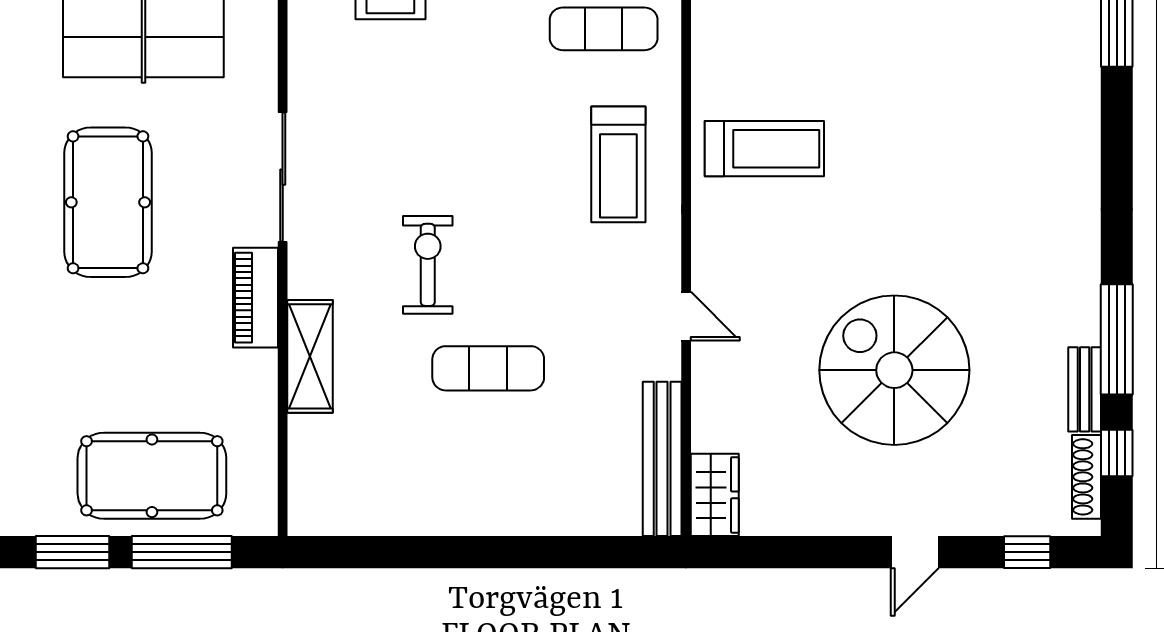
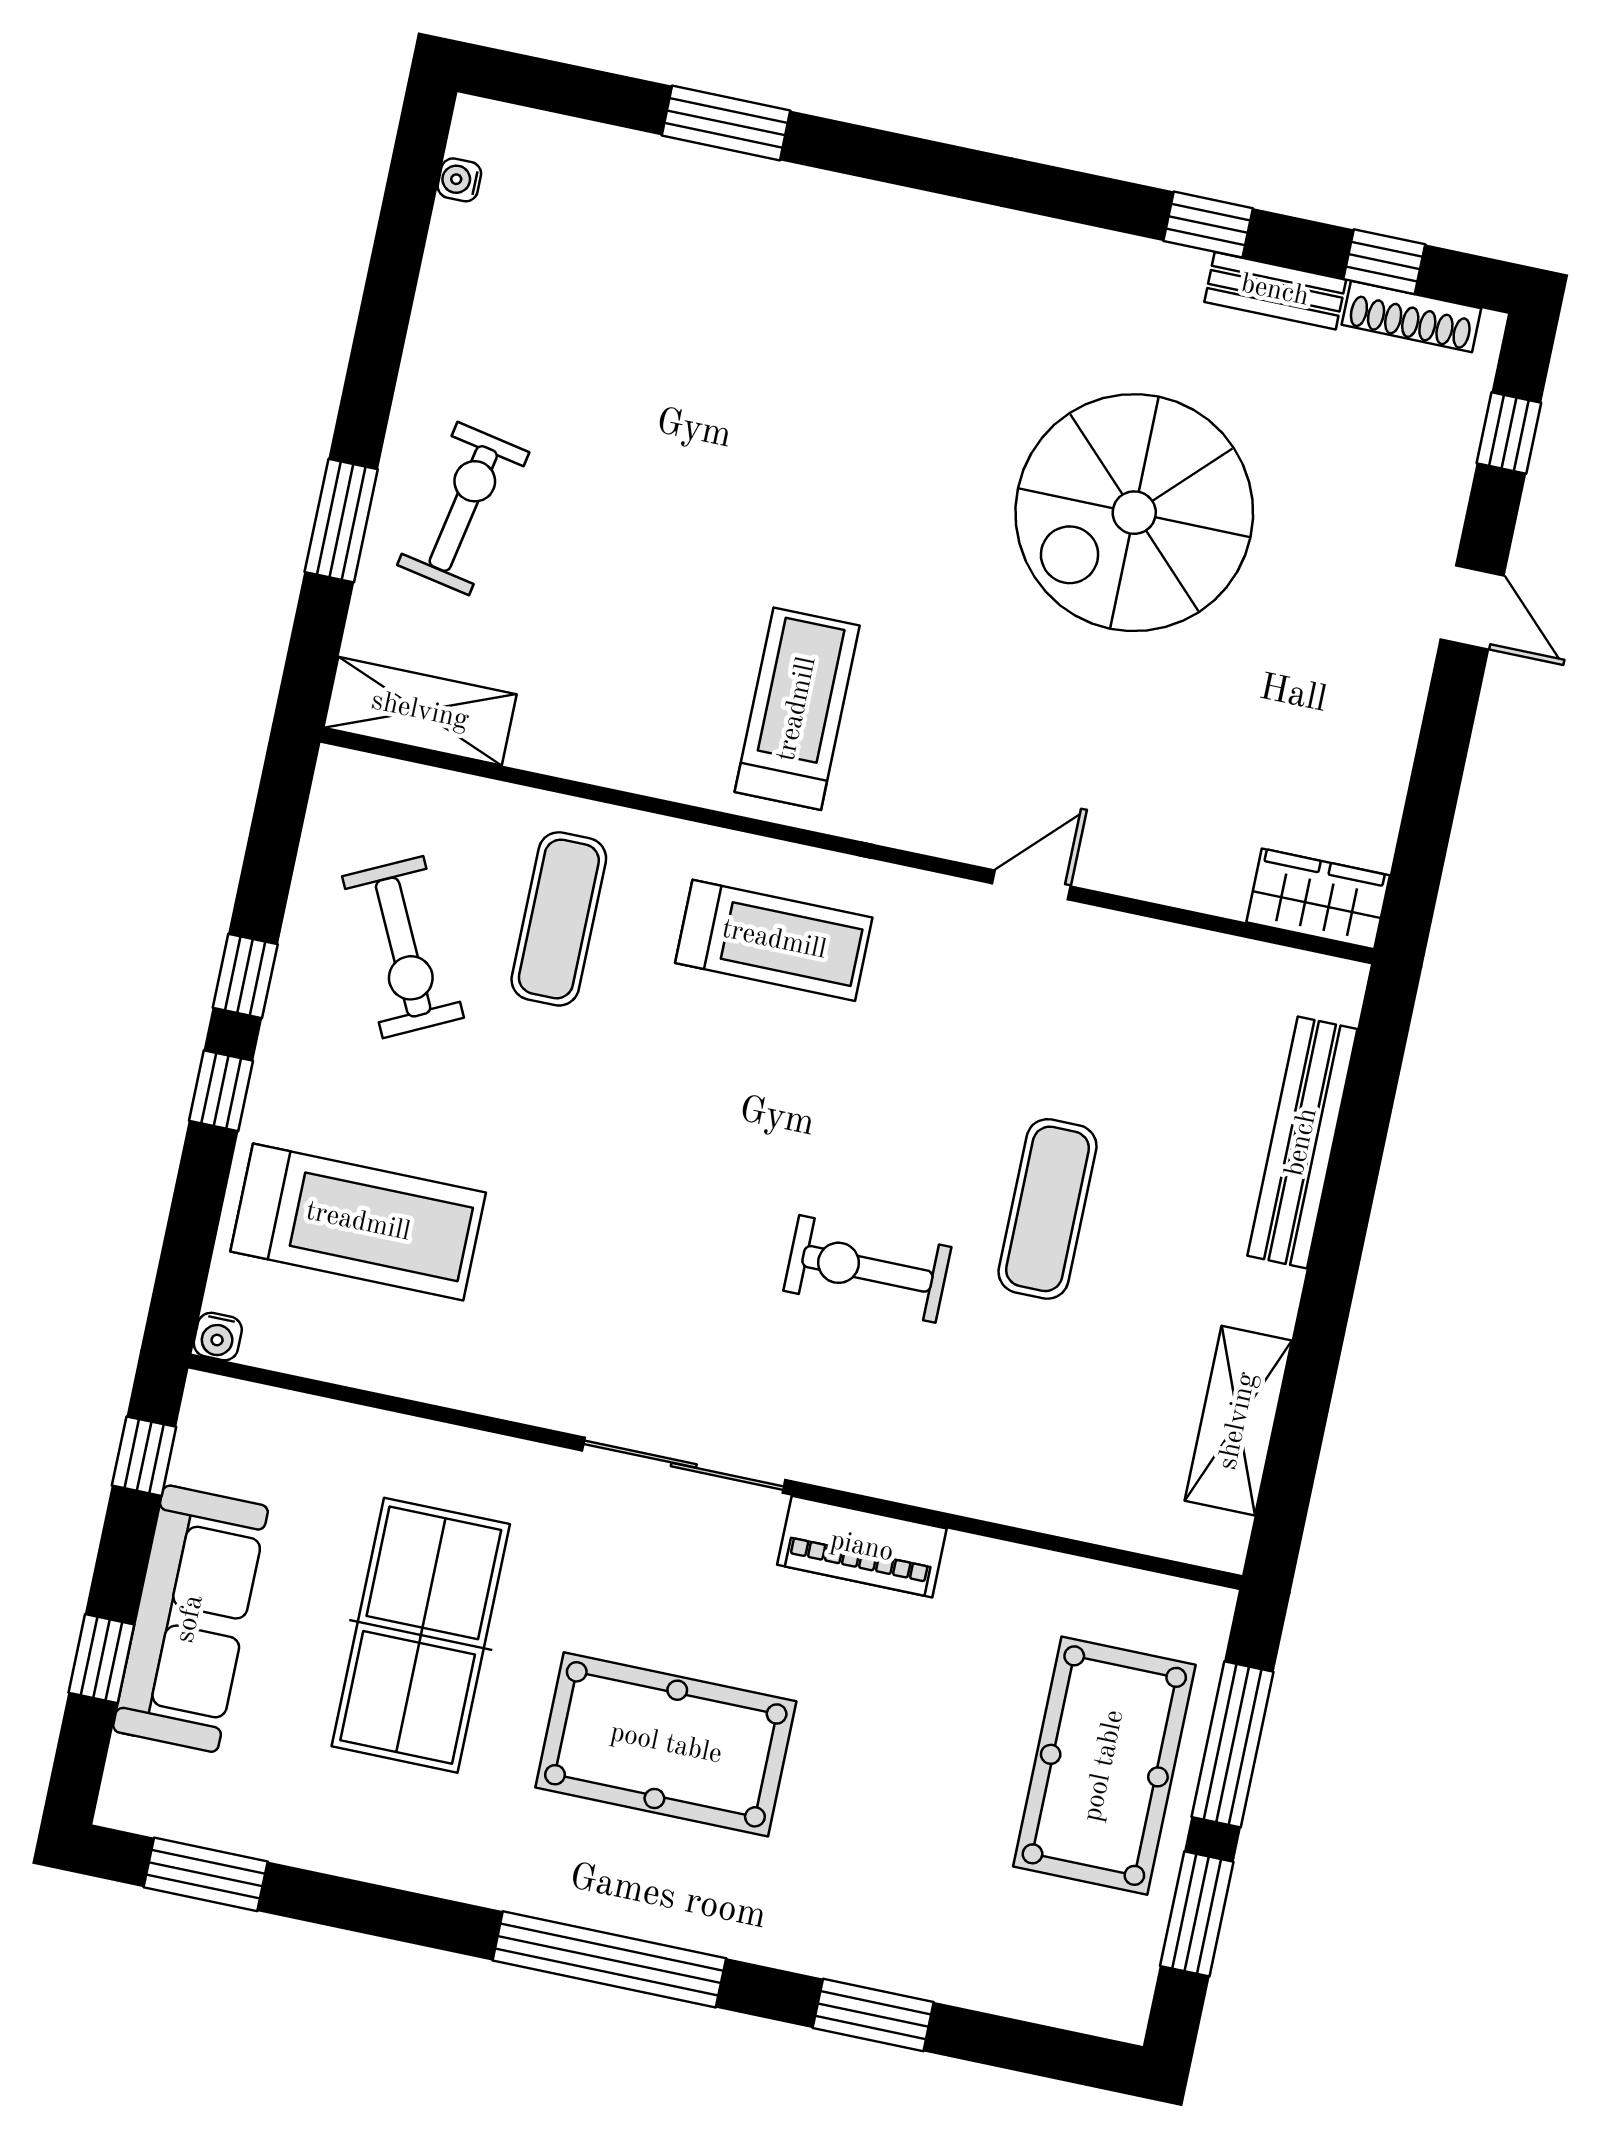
window: (1117, 339) -> (1208, 225), width x0.46
shelving: (310, 356) -> (1238, 1421), moved, turned 90
spiral stairs: (894, 370) -> (1134, 513), moved
bench: (662, 459) -> (1302, 1142), moved, turned 90

